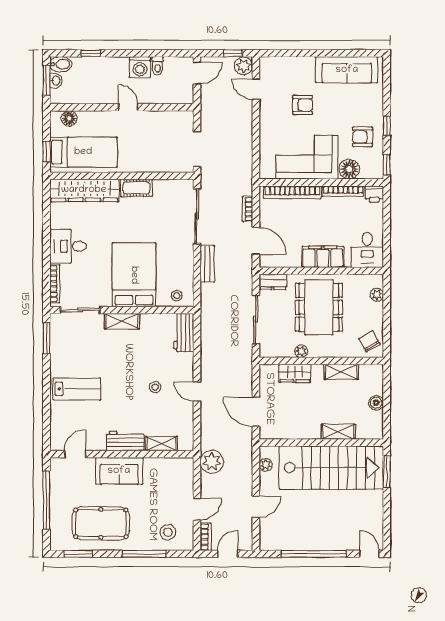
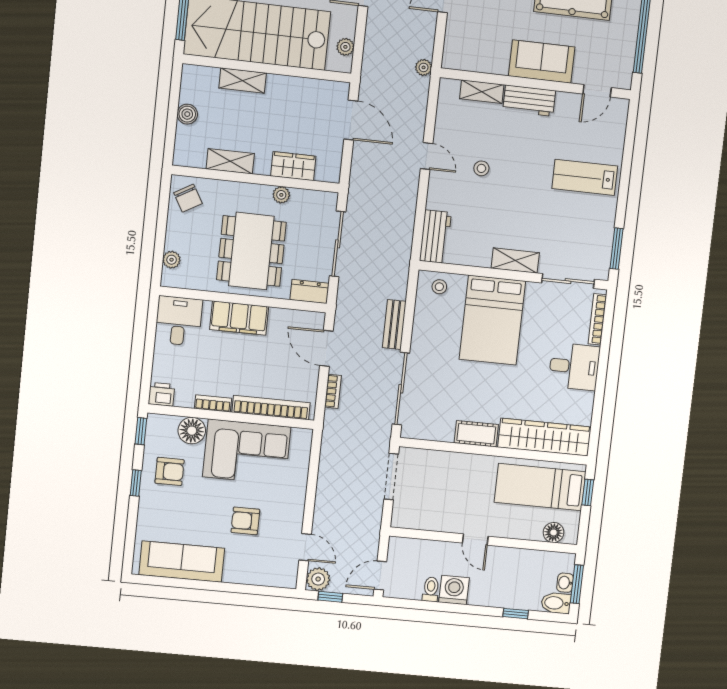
bookcase: (343, 191) -> (213, 403), width x0.64
plant: (212, 462) -> (424, 67), width x0.53, depth x0.53

